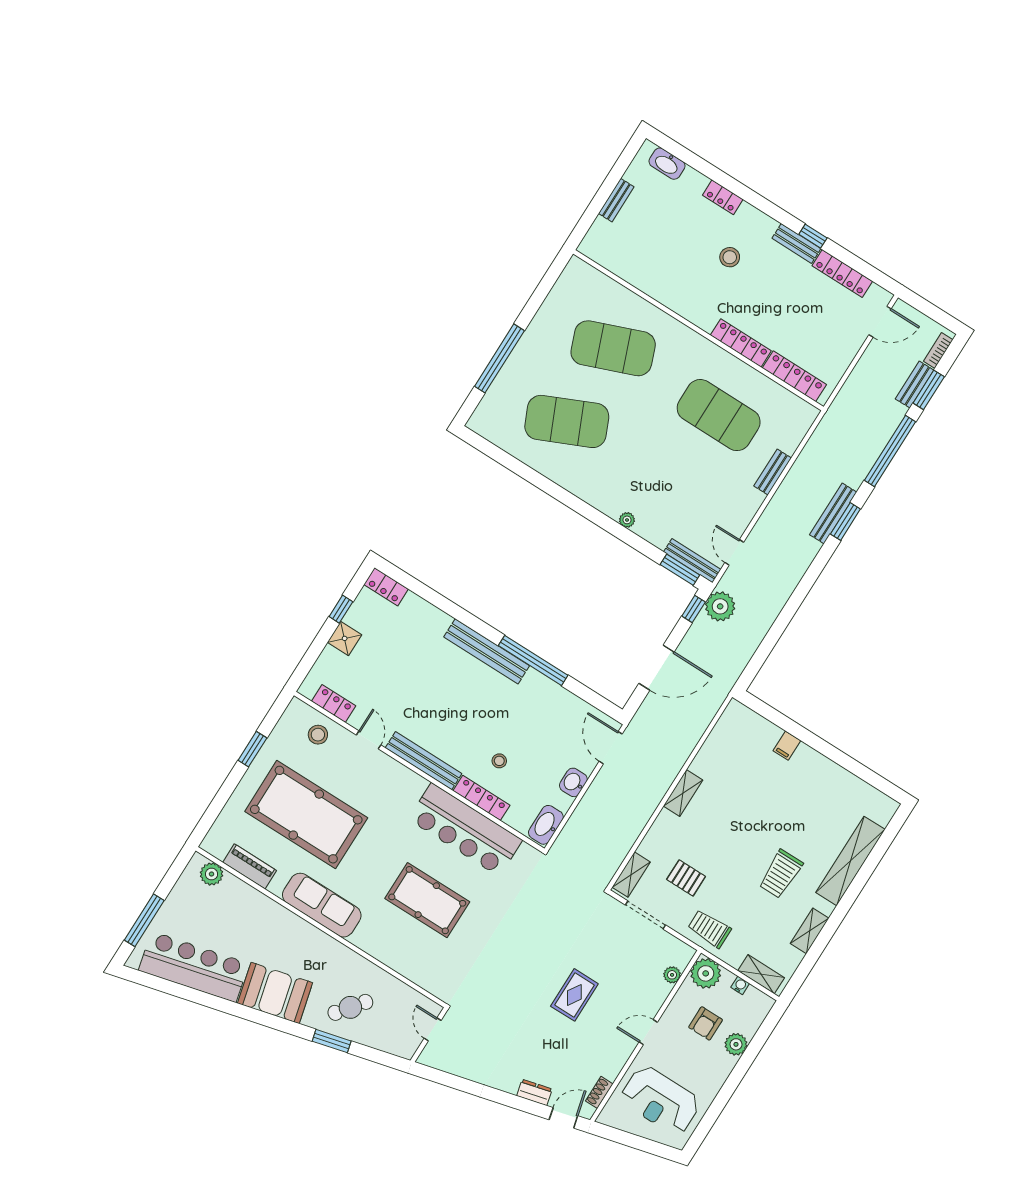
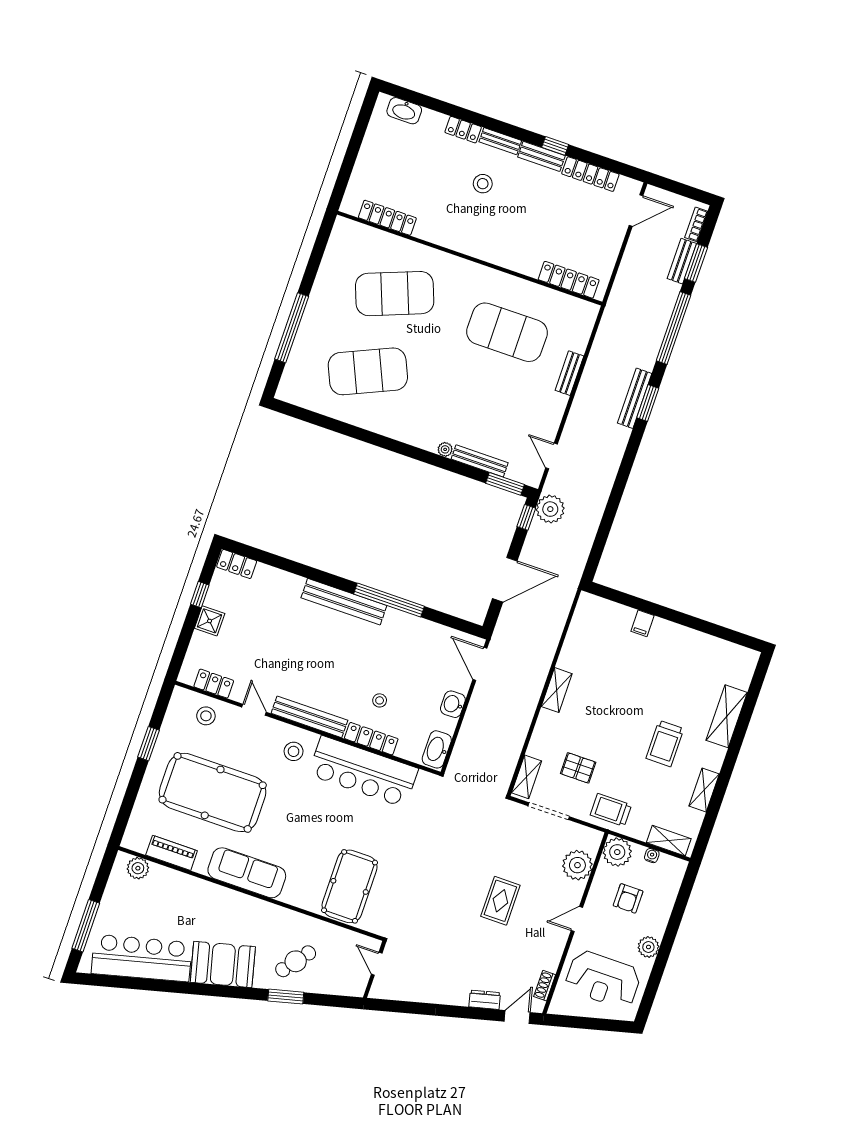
bench: (616, 200) -> (500, 141), moved, turned 90
locker: (741, 343) -> (387, 218), moved
bench: (692, 561) -> (480, 461), moved
stool: (399, 792) -> (294, 751), added
shelving: (850, 861) -> (727, 716), width x0.68
pool table: (427, 900) -> (350, 886), moved, turned 90
plant: (672, 975) -> (577, 865), width x1.87, depth x1.87
plant: (736, 1044) -> (648, 947), moved

